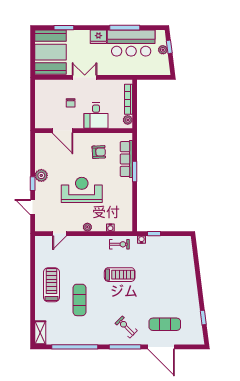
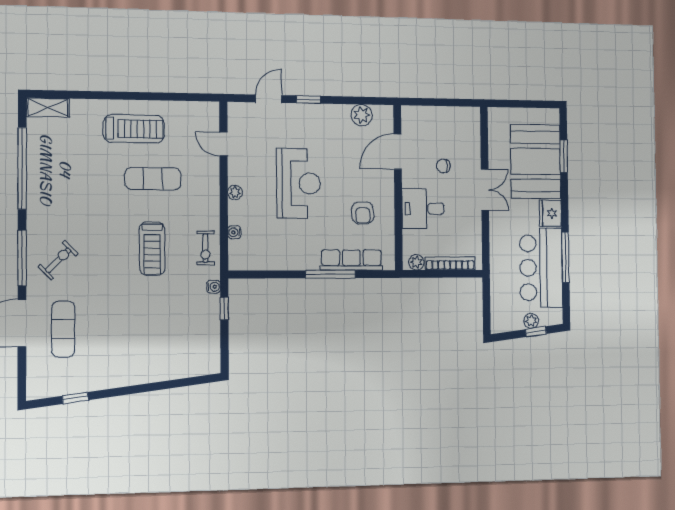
booth: (51, 52) -> (536, 161), moved, turned 90
window: (135, 171) -> (331, 274), width x1.44
plant: (41, 175) -> (362, 115), moved
exercise mat: (79, 300) -> (153, 179), moved

